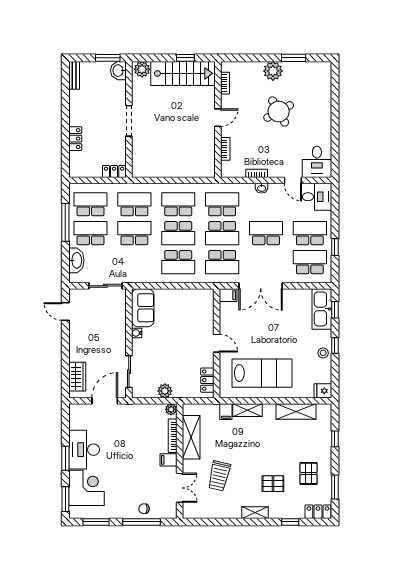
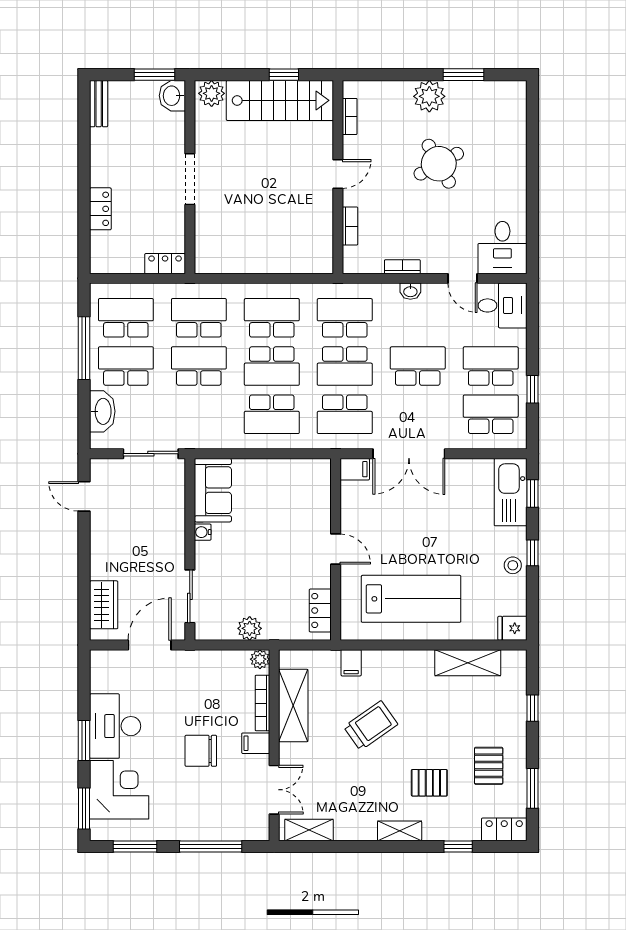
shelving: (248, 410) -> (309, 830), moved
trolley: (219, 476) -> (371, 726), moved, turned -138
chair: (144, 509) -> (201, 751), moved, width x1.87, depth x1.87

